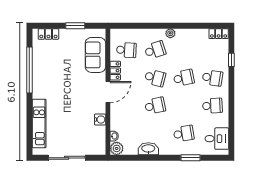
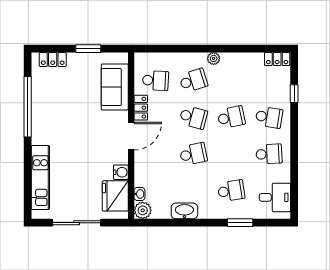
fridge: (96, 138) -> (115, 196), added

